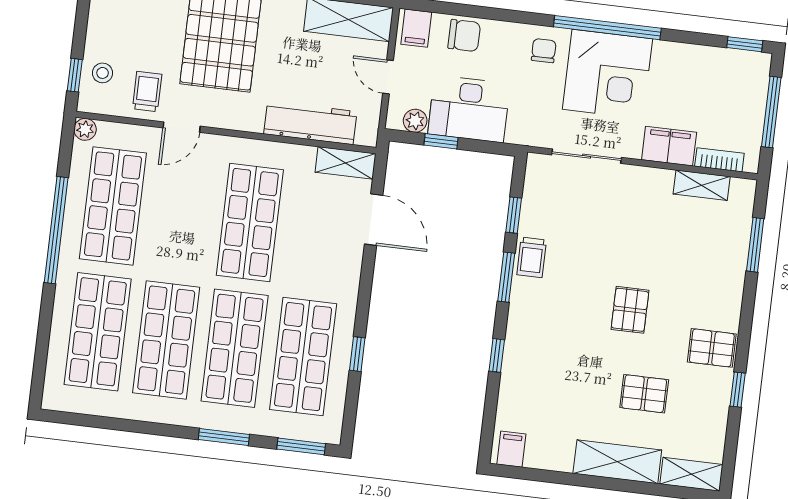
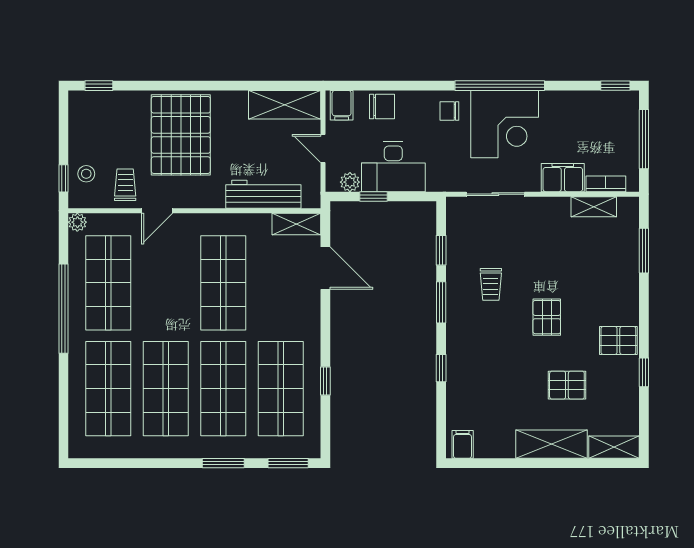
chair: (544, 51) -> (449, 111), turned -90
trolley: (532, 257) -> (491, 284), moved

